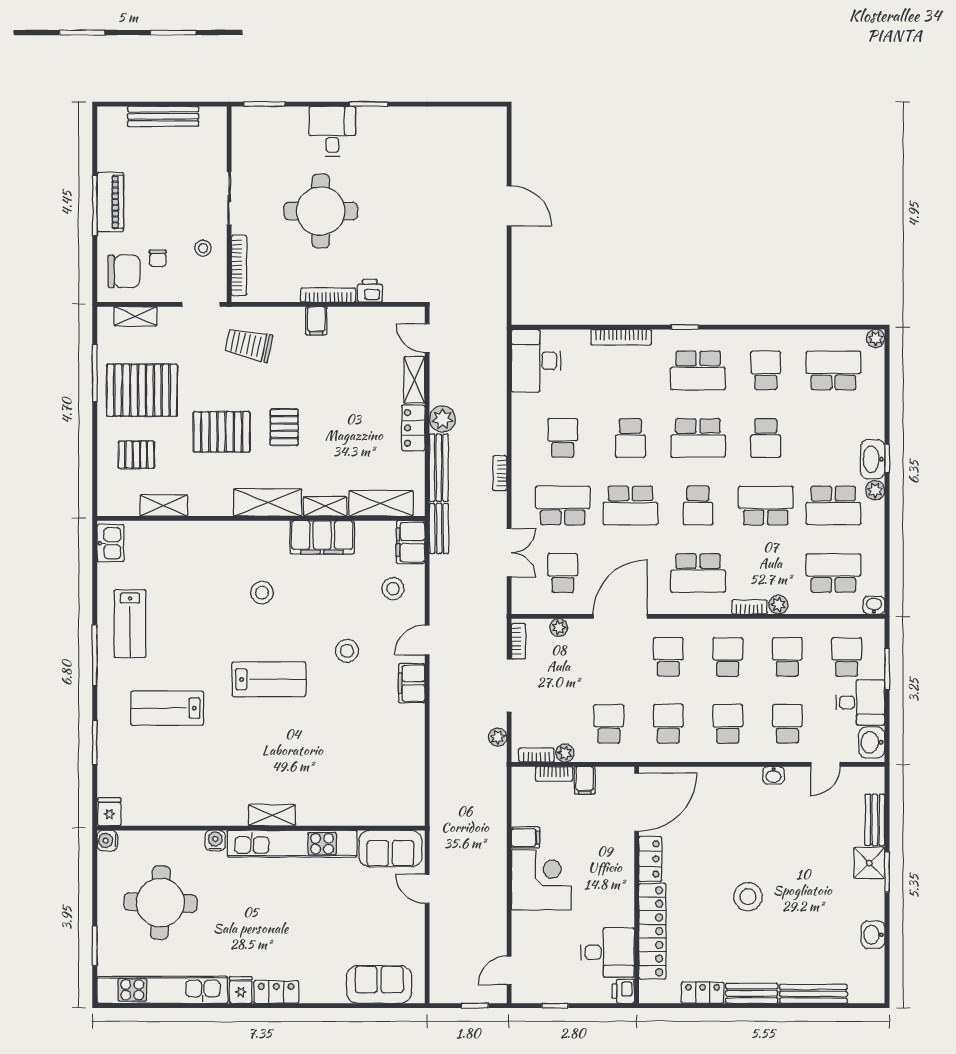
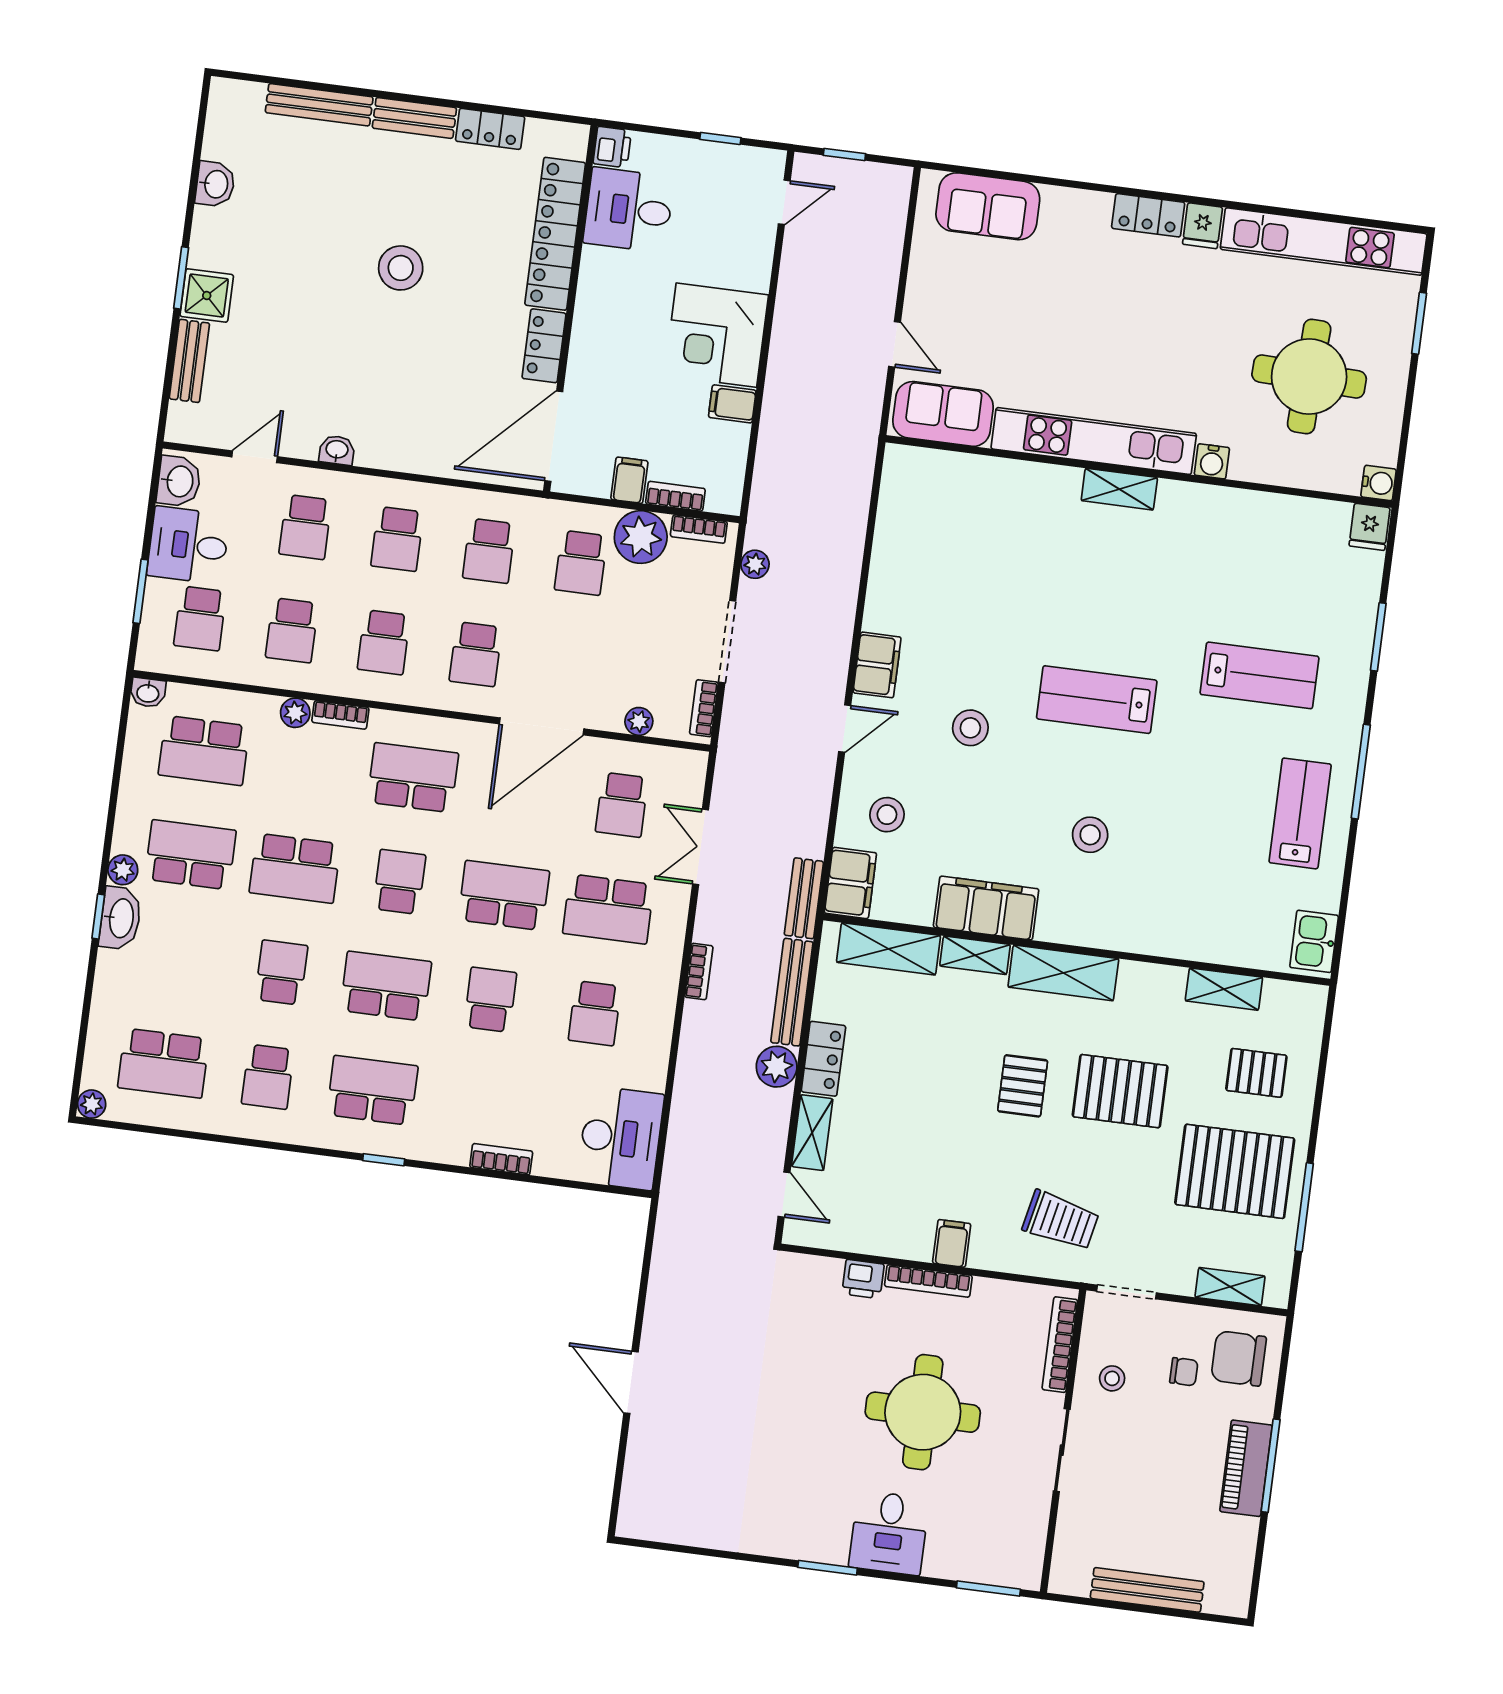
chair: (158, 258) -> (1184, 1372), turned 90
bookcase: (621, 337) -> (501, 1159), width x0.64
plant: (565, 753) -> (641, 537), width x1.87, depth x1.87

